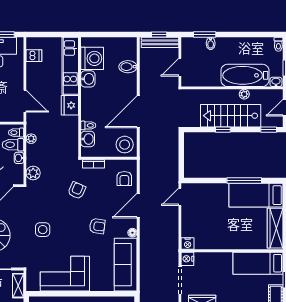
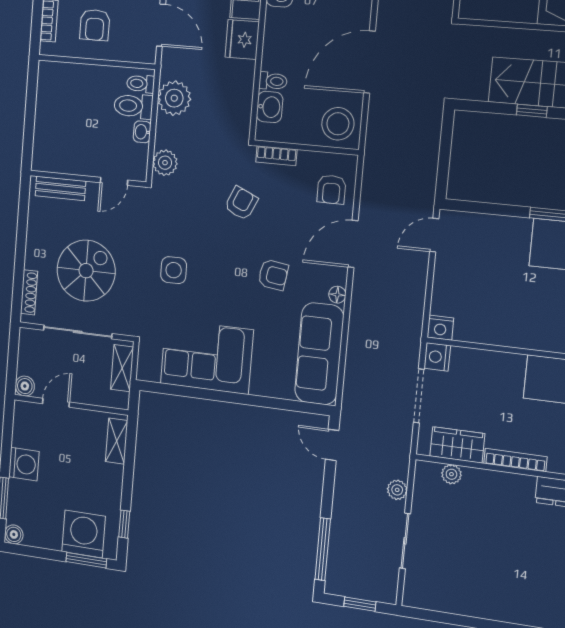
plant: (31, 139) -> (174, 98), width x1.88, depth x1.88

